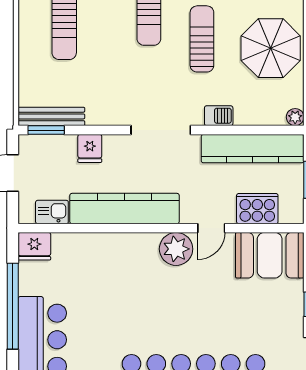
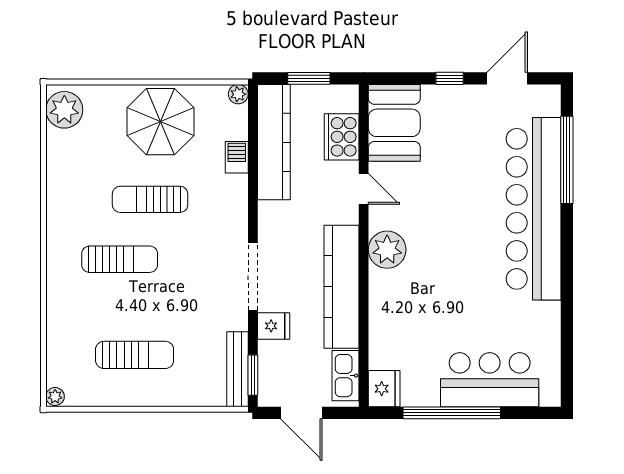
barbecue: (219, 116) -> (237, 157), moved
doorway: (161, 130) -> (253, 277), moved
kitchen sink: (52, 212) -> (345, 376), width x1.38
plant: (176, 249) -> (387, 250), moved

